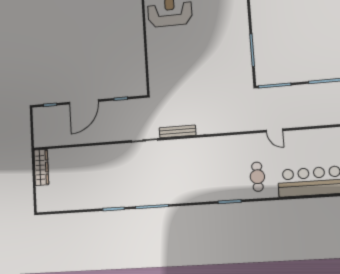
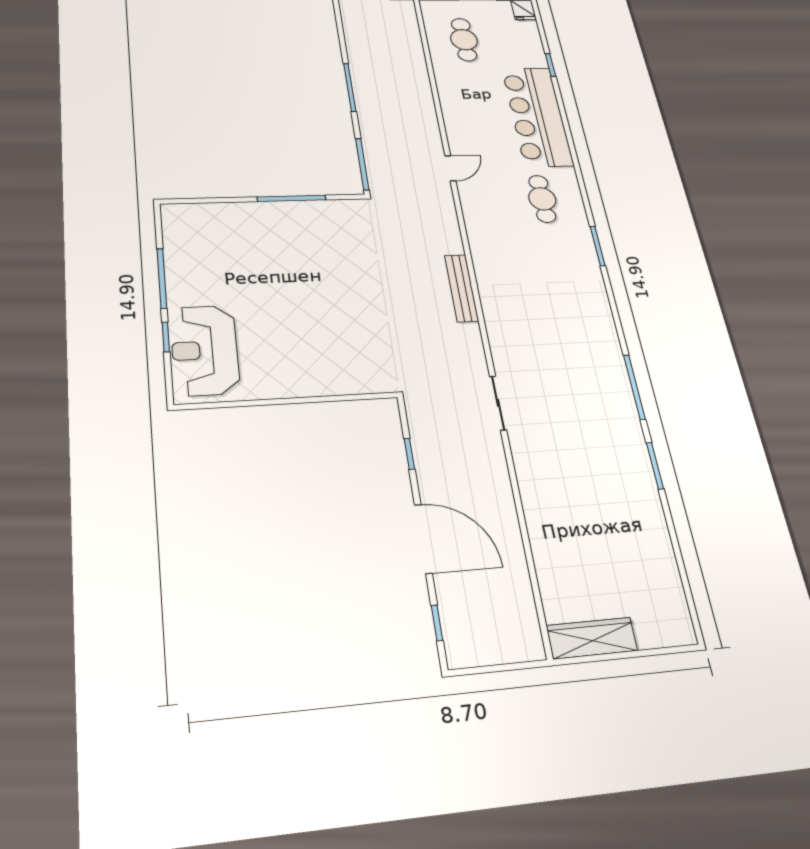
bench: (178, 131) -> (462, 288), moved
cafe table: (257, 177) -> (542, 199), turned 90

